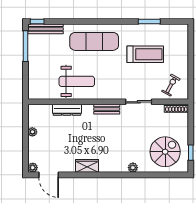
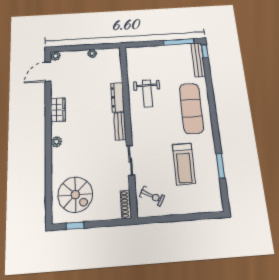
weight bench: (77, 81) -> (147, 93), width x0.73, depth x0.75
dresser: (67, 110) -> (118, 97), moved
plant: (133, 168) -> (56, 142), moved

